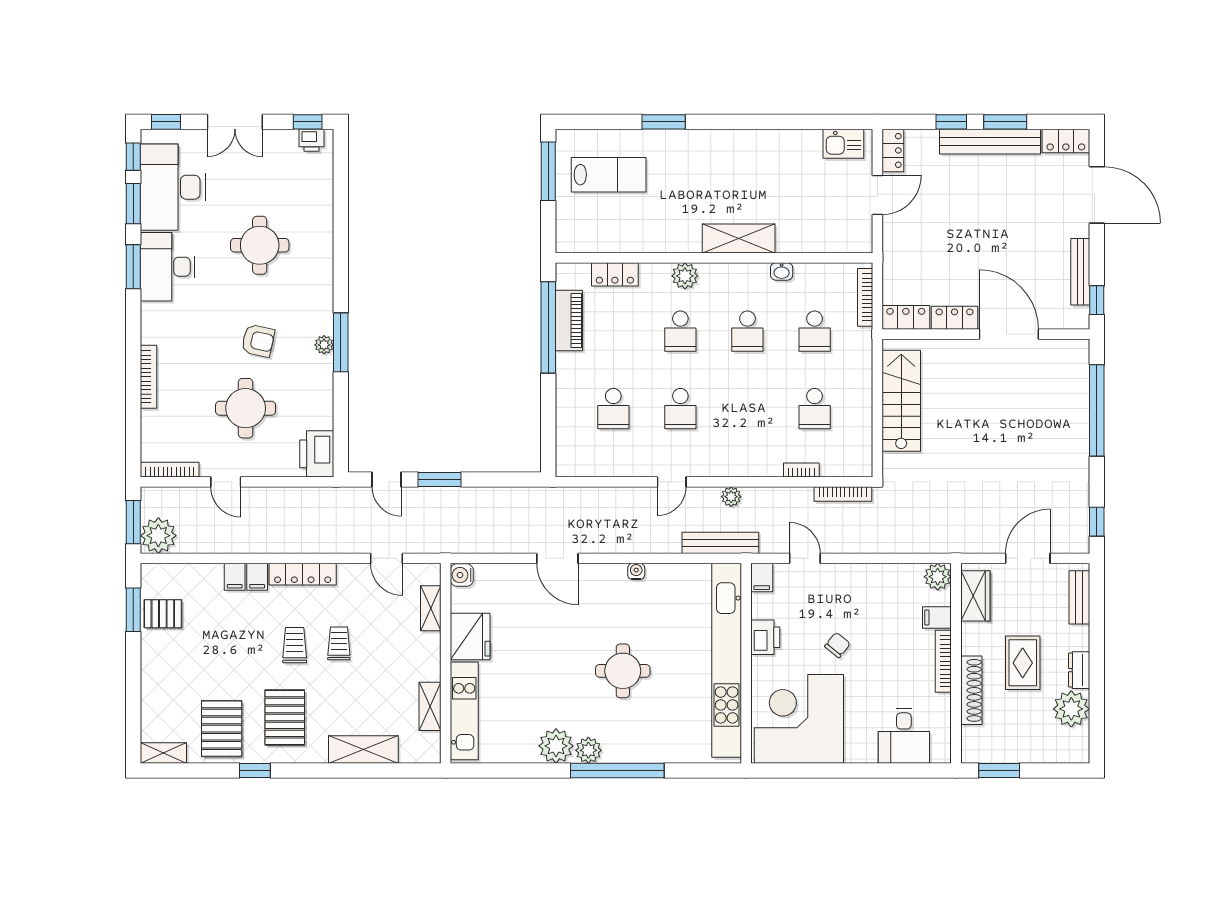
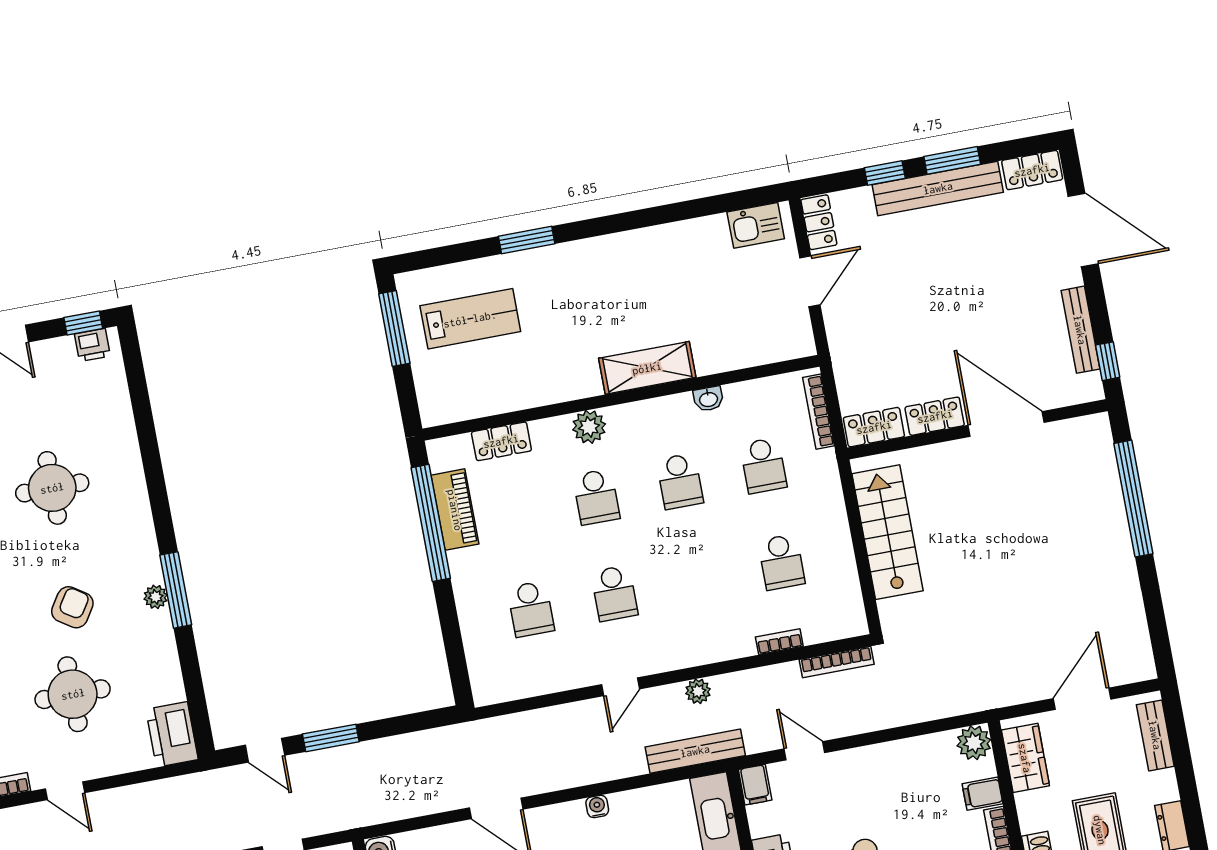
armchair: (258, 341) -> (72, 607), turned -69
window: (1097, 522) -> (1159, 637), removed

